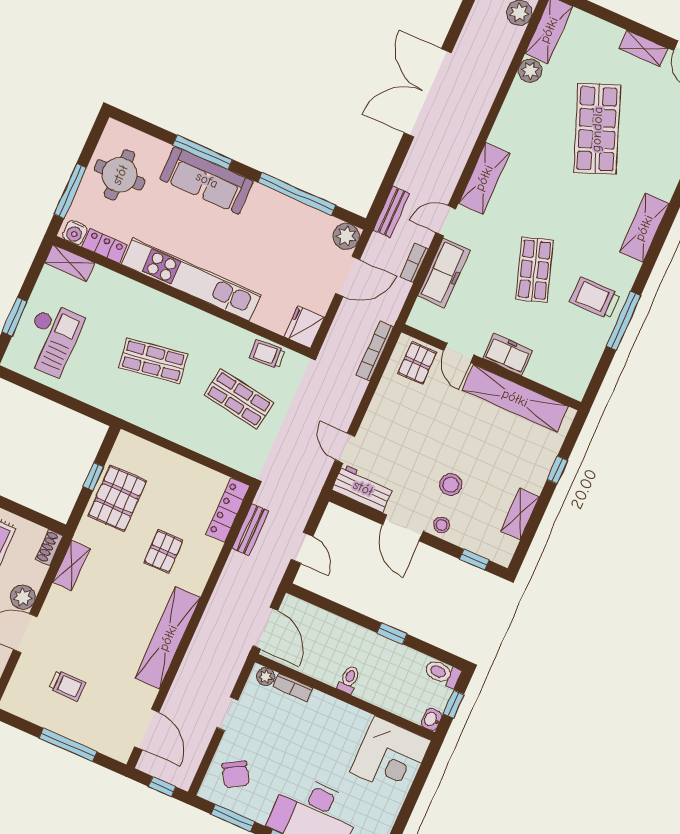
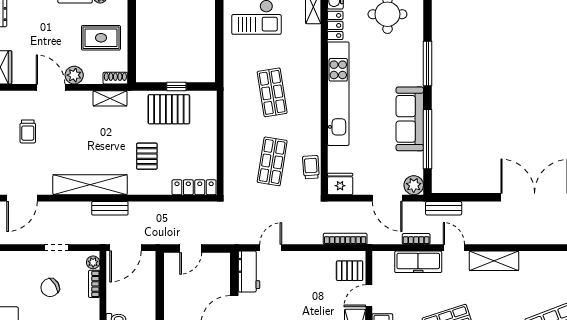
sofa: (207, 180) -> (410, 119), moved
bench: (251, 530) -> (110, 208), moved
pallet: (163, 551) -> (147, 156), turned 90
chair: (235, 774) -> (50, 288), moved

